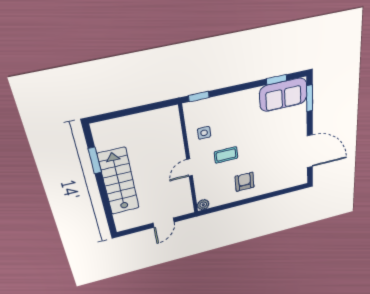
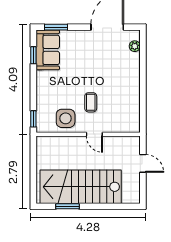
side table: (204, 133) -> (66, 118), width x1.87, depth x1.87
stairs: (119, 181) -> (81, 187), width x1.36, depth x1.51
armchair: (245, 182) -> (122, 88), removed
plant: (203, 205) -> (135, 46), moved

